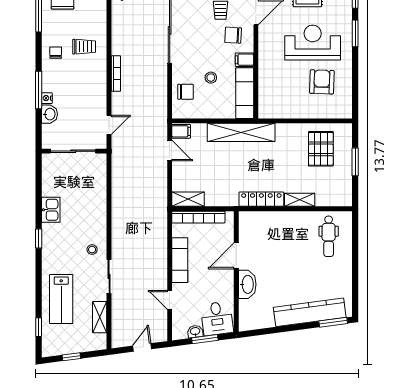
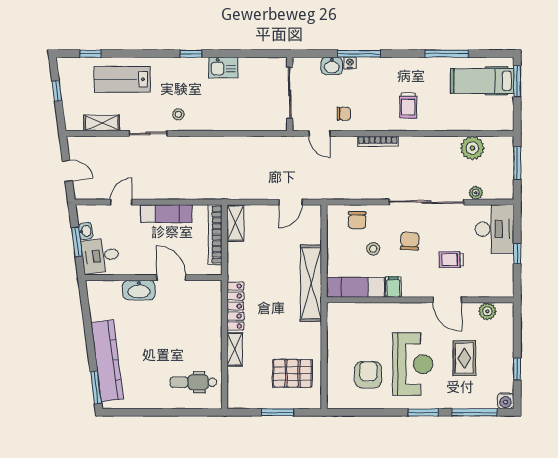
chair: (233, 35) -> (410, 241), moved
chair: (56, 53) -> (344, 114), moved
armchair: (322, 82) -> (368, 375), turned -92
filing cabinet: (181, 131) -> (312, 215), removed

